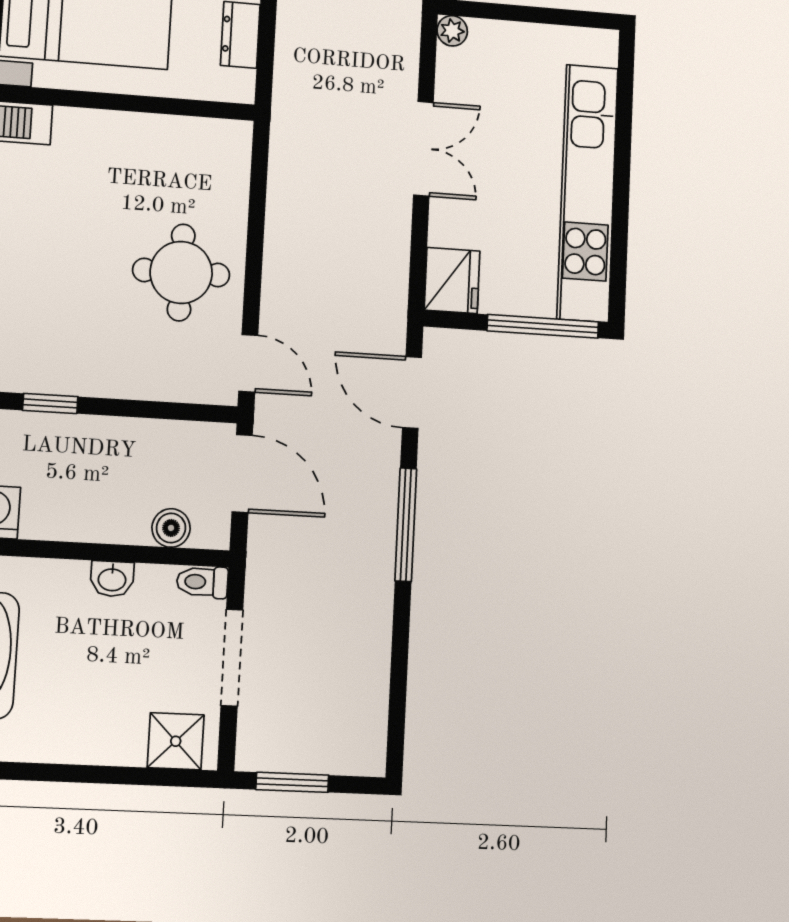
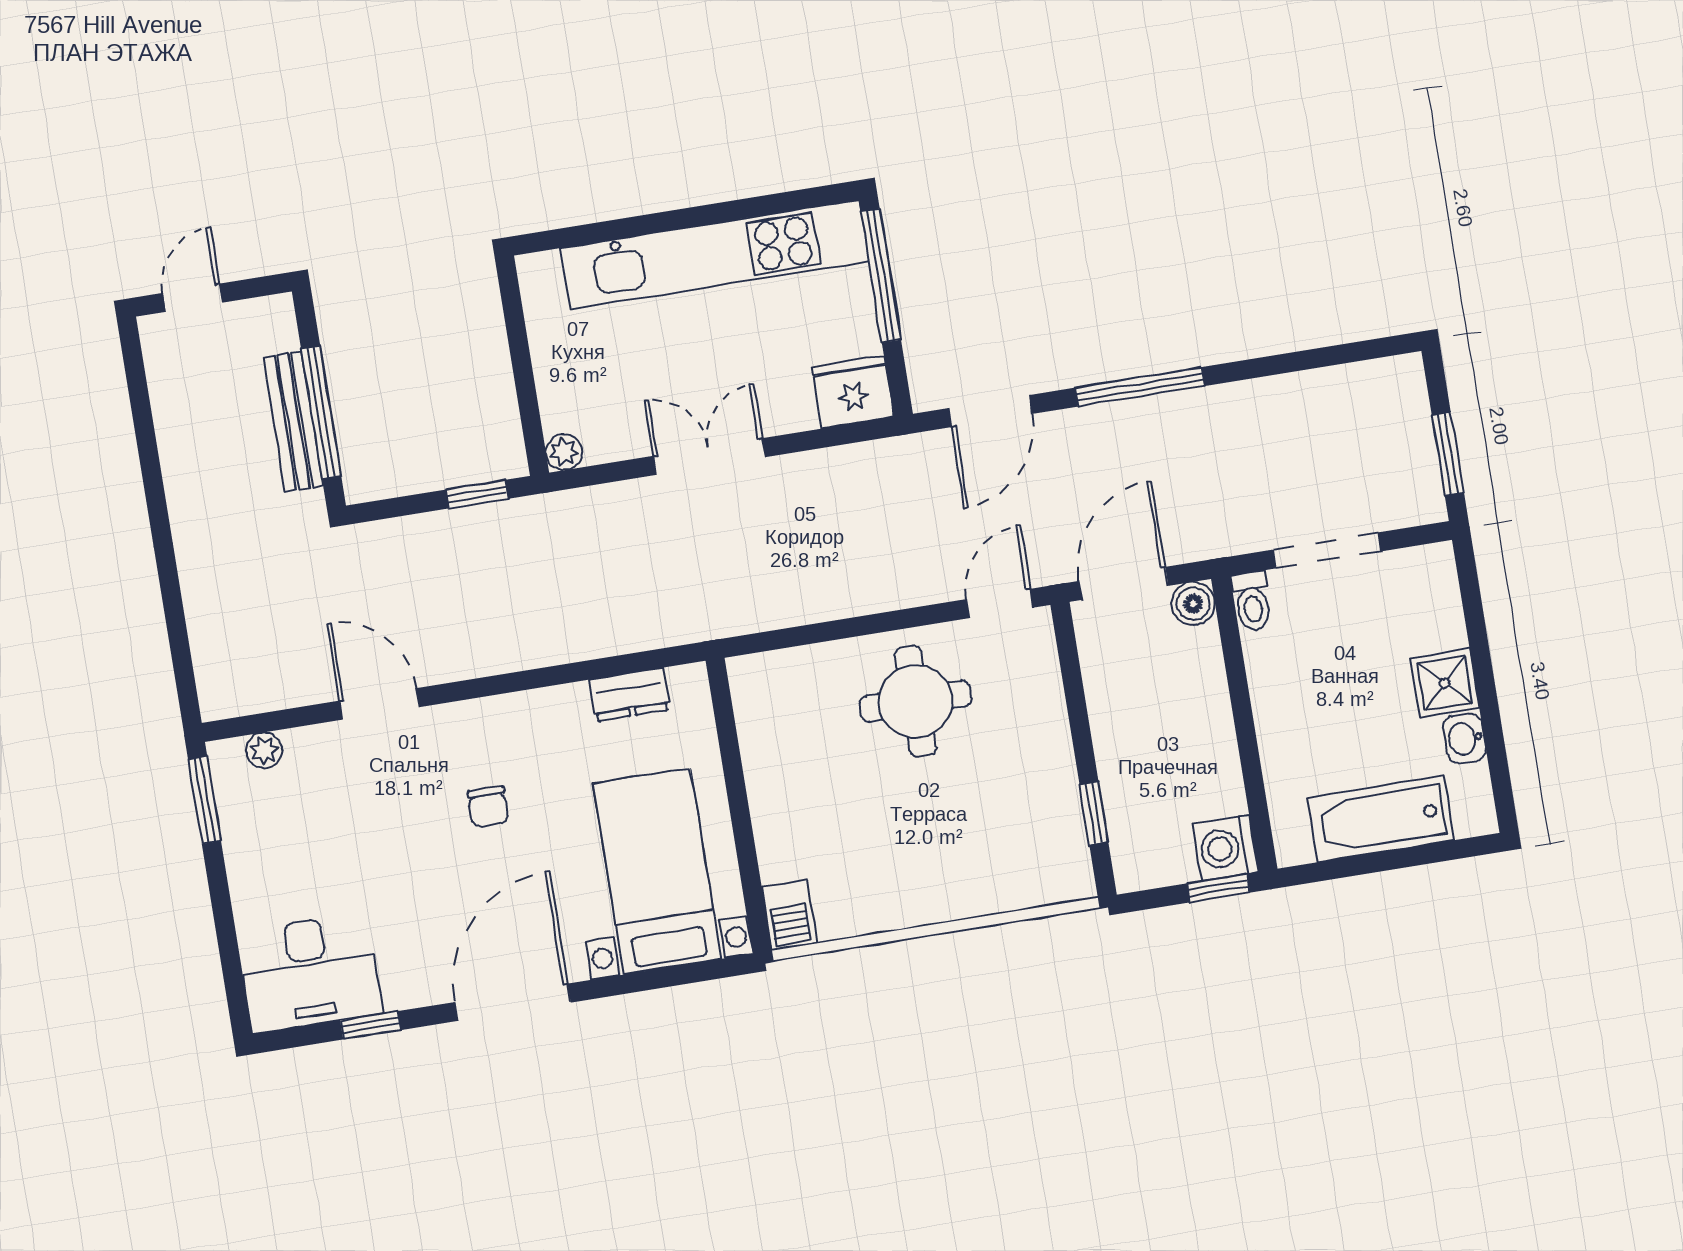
boiler: (171, 528) -> (1193, 604), moved
washbasin: (112, 579) -> (1465, 738), moved, turned 180
shower: (176, 741) -> (1445, 683), moved

